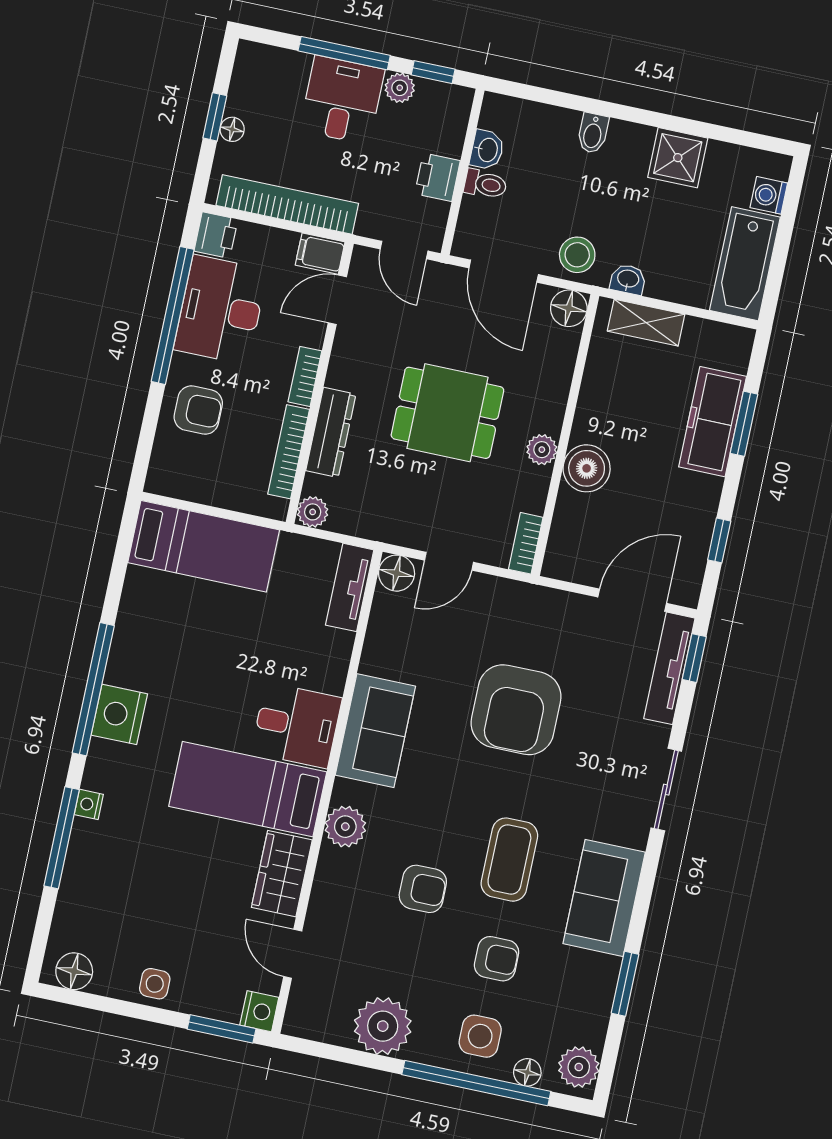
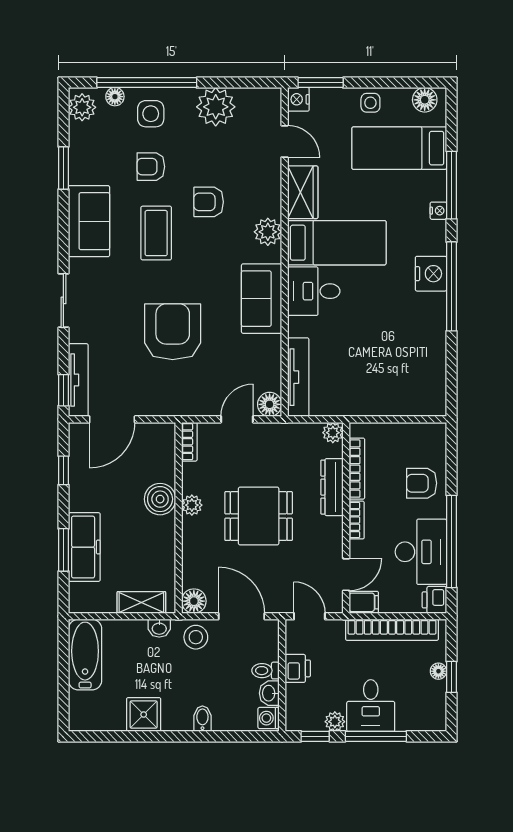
washing machine: (769, 195) -> (269, 718), moved, turned 180
bed: (204, 546) -> (399, 148), moved
tv unit: (350, 587) -> (298, 377), width x1.41

